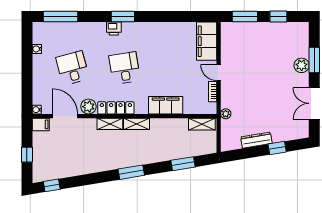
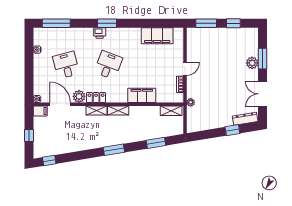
filing cabinet: (207, 41) -> (157, 36), moved, turned -90
desk: (124, 68) -> (108, 65), turned 30
door: (219, 73) -> (185, 69), swing flipped
locker: (116, 108) -> (96, 98), width x0.66
dresser: (256, 140) -> (245, 119), moved

